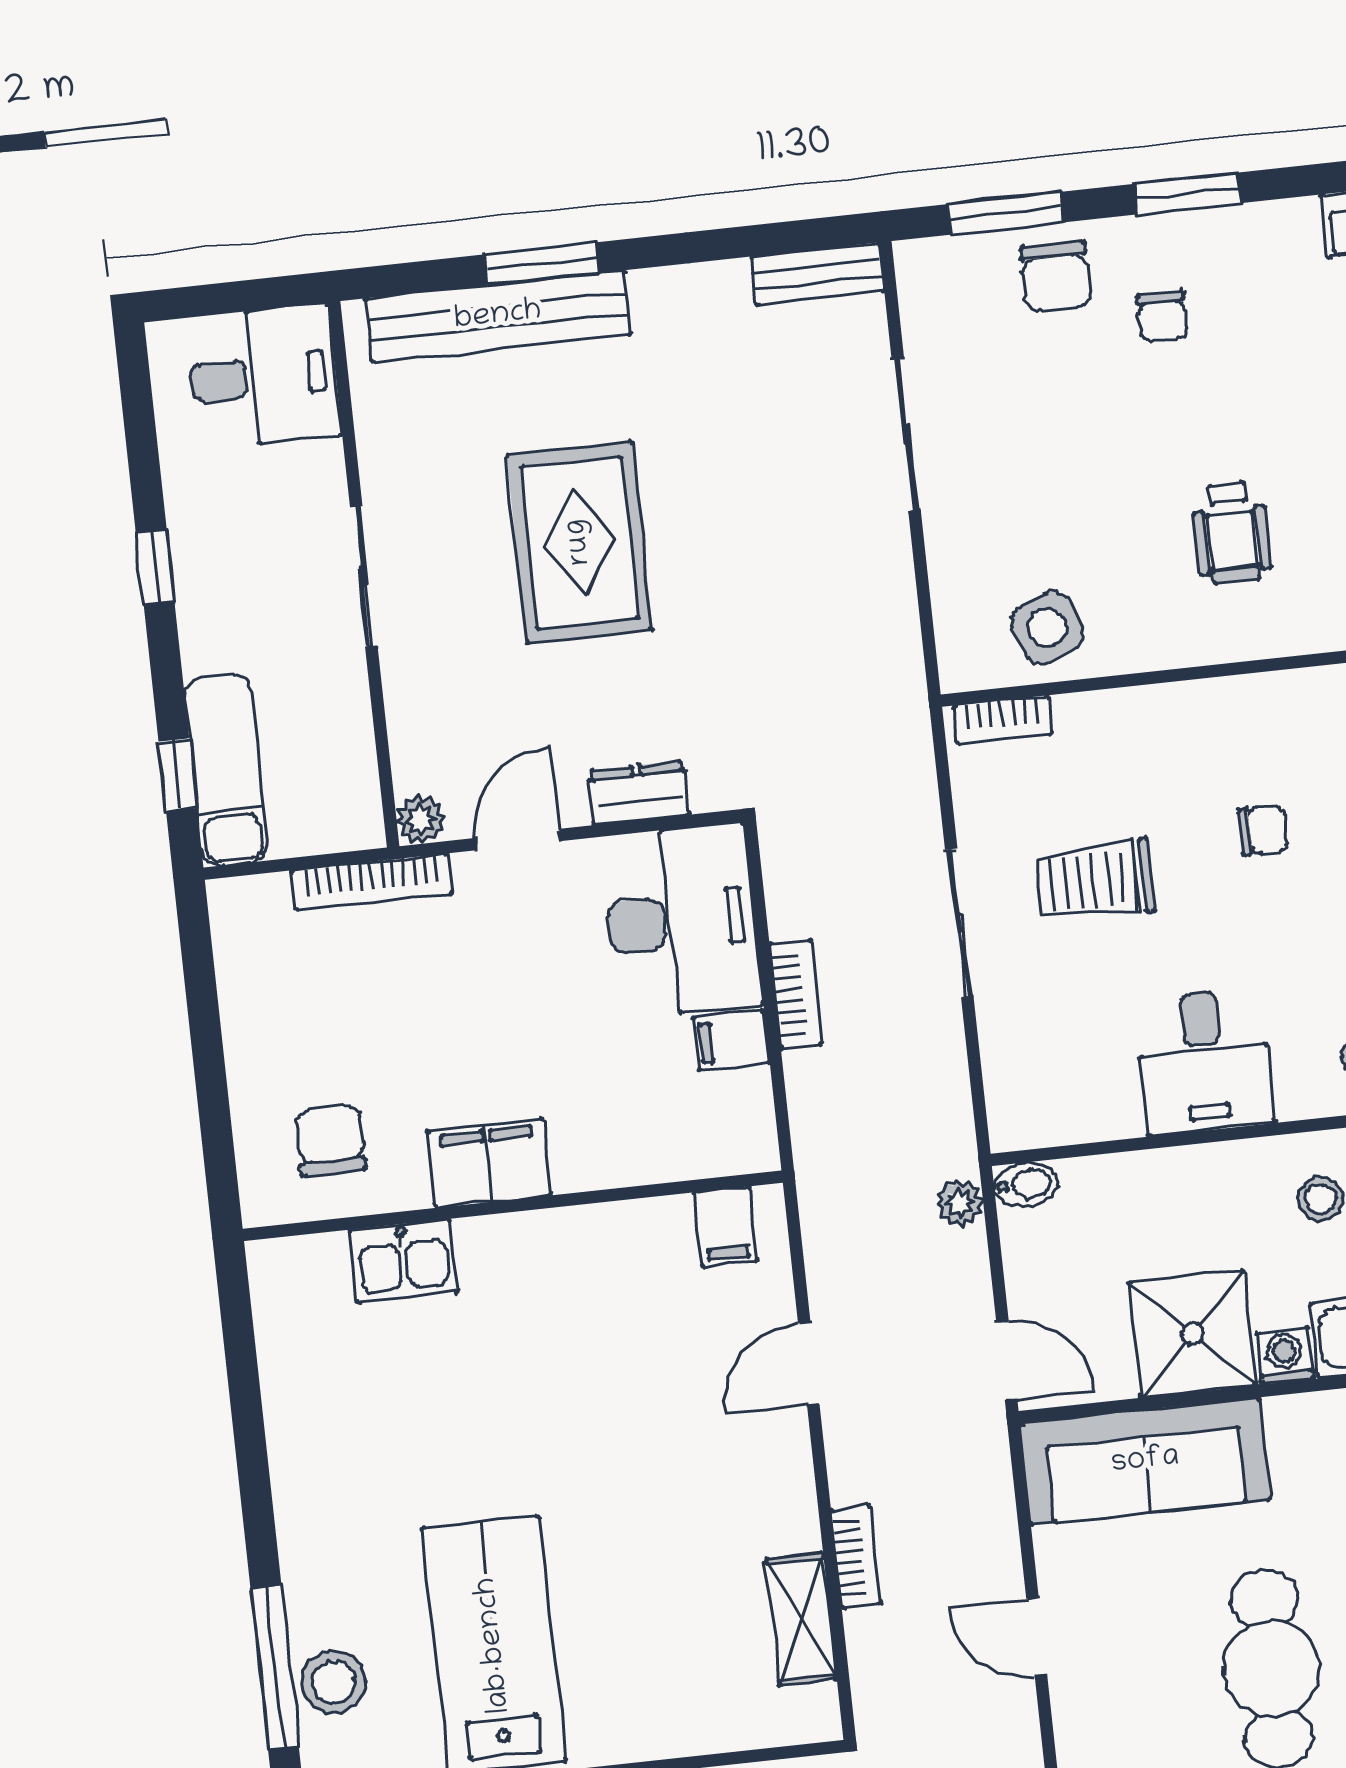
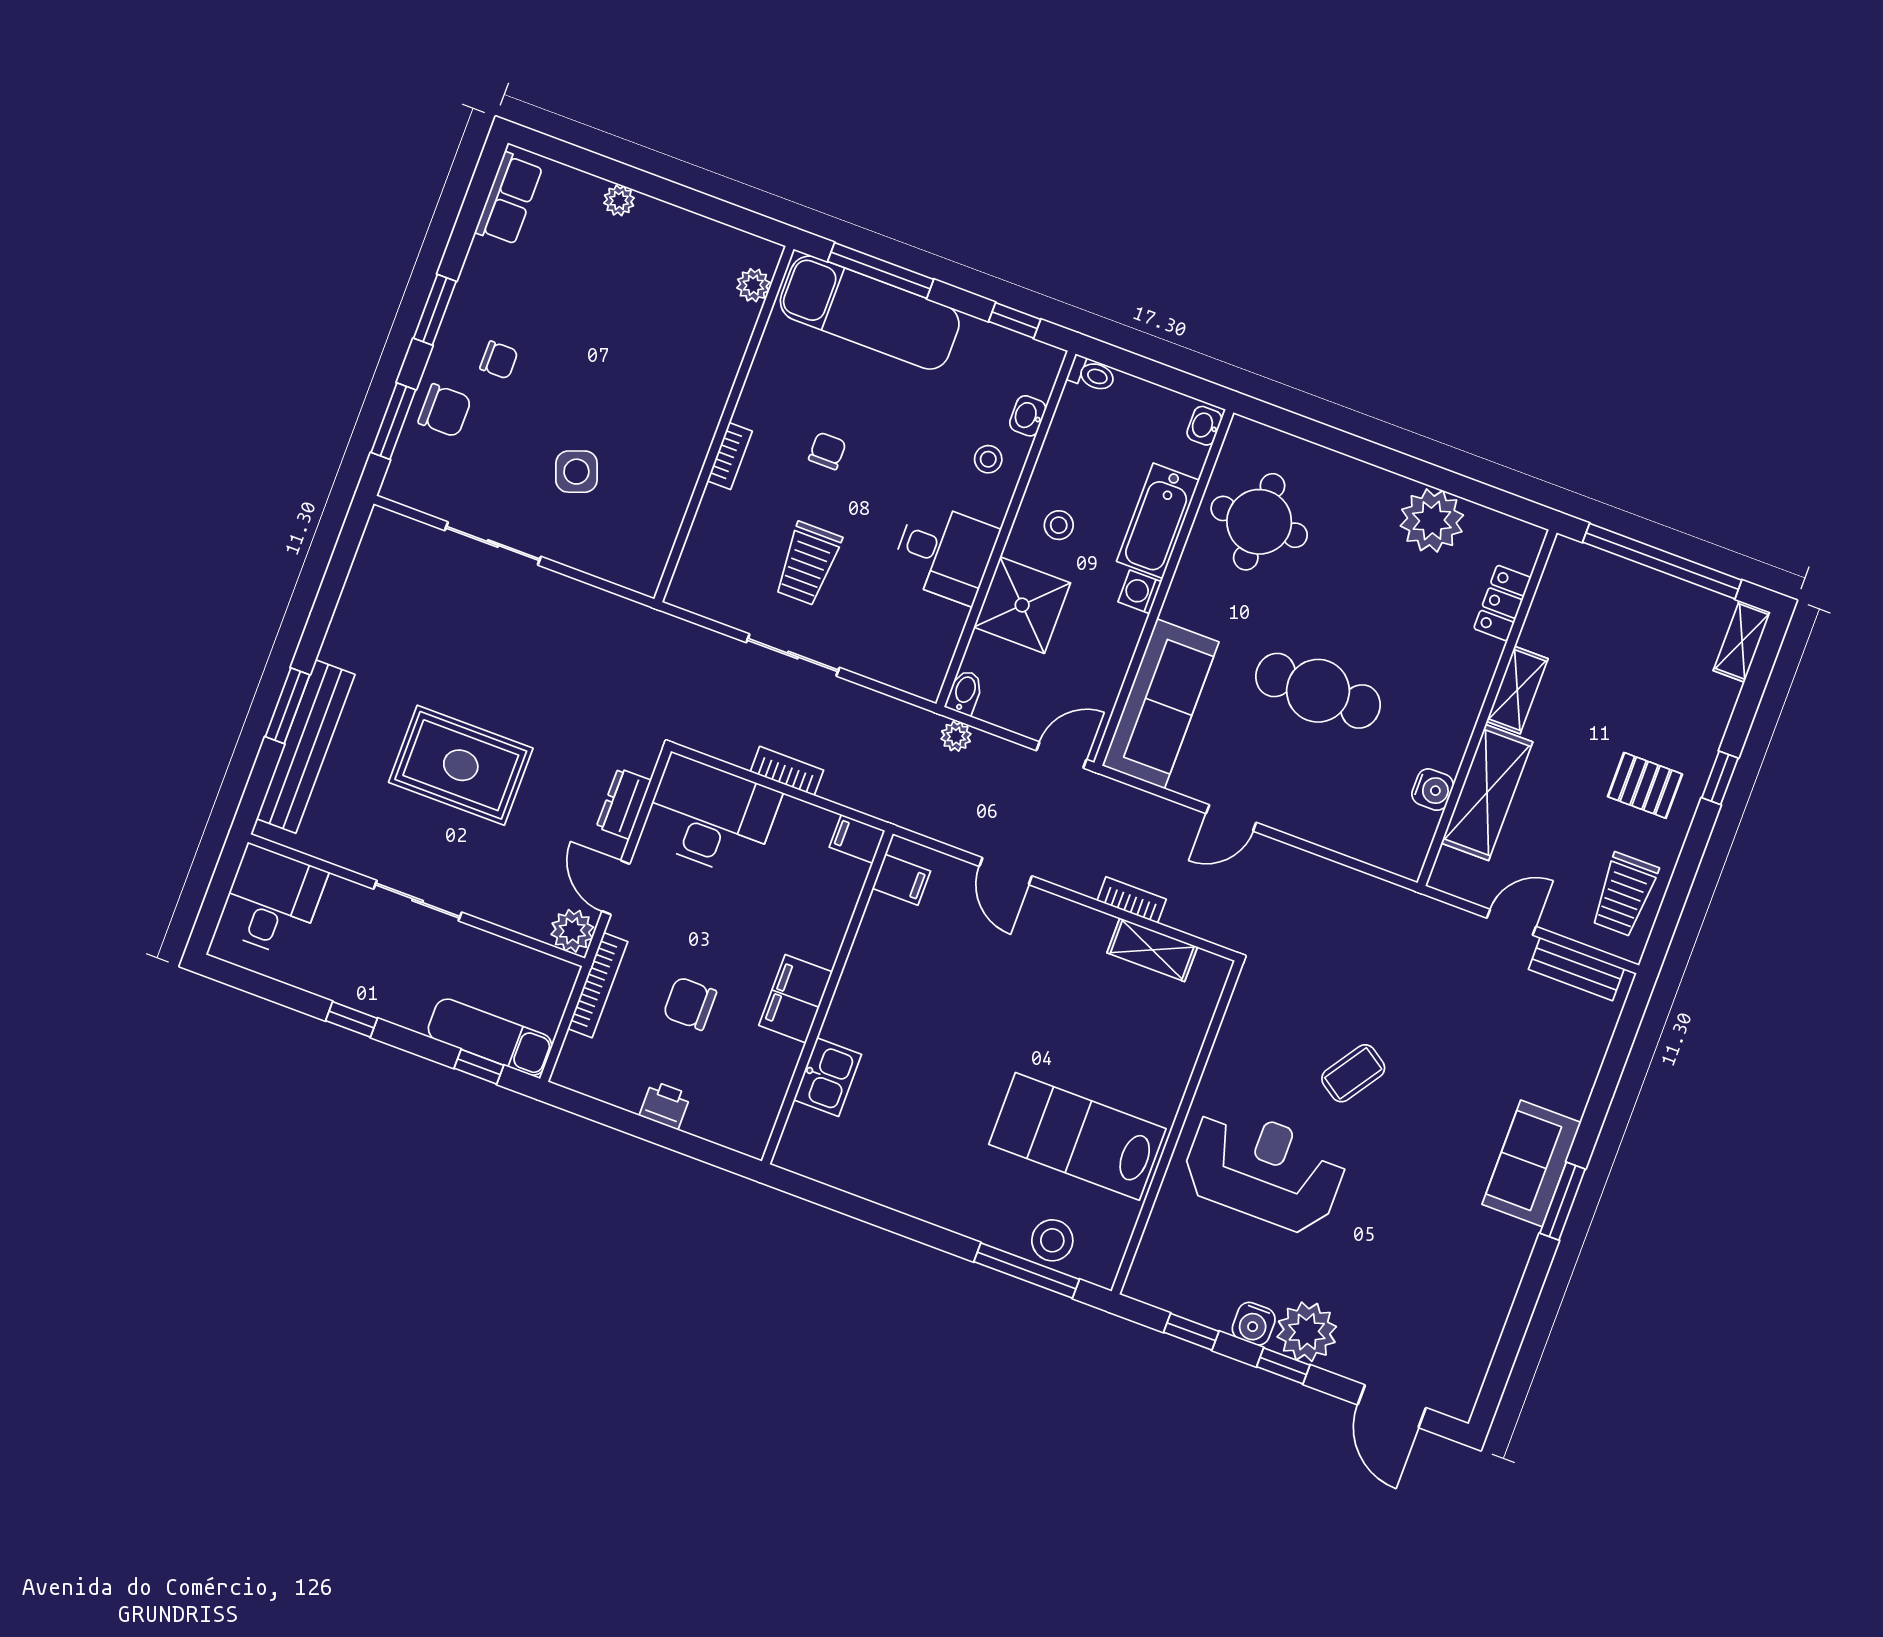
bench: (818, 274) -> (374, 548), removed
wheelchair: (1232, 533) -> (645, 383), removed
side table: (1047, 628) -> (576, 472), moved
bookcase: (1003, 719) -> (730, 456), moved
plant: (421, 820) -> (572, 931), width x1.38, depth x1.38
filing cabinet: (731, 1040) -> (857, 839), moved, turned 90
printer: (253, 1057) -> (665, 1105), added
chair: (330, 1140) -> (690, 1004), moved
shower: (1193, 1334) -> (1022, 605), moved

